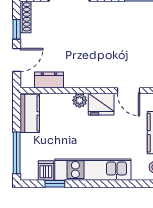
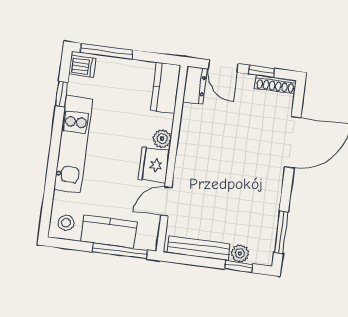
dresser: (49, 80) -> (195, 85), moved
kitchen counter: (30, 113) -> (166, 88), moved, turned 90
dishwasher: (46, 170) -> (82, 66), moved

